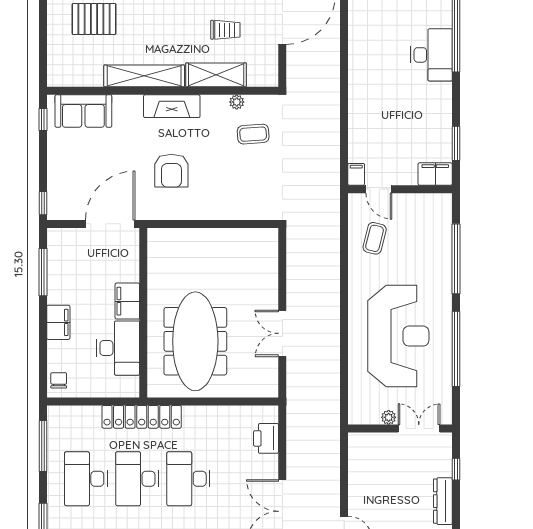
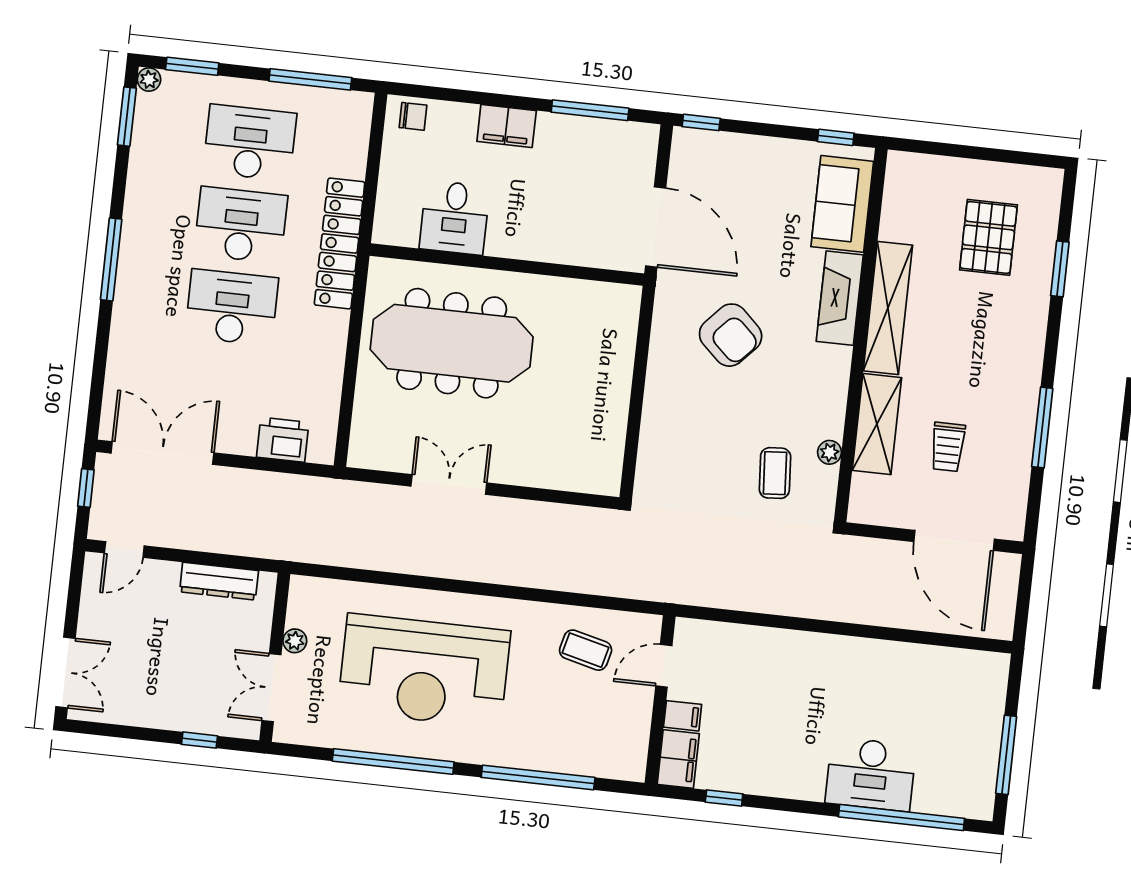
fireplace: (172, 106) -> (840, 298), moved
window: (456, 143) -> (724, 798), width x0.67
armchair: (171, 171) -> (731, 335), turned -137
filing cabinet: (356, 174) -> (683, 716), moved
filing cabinet: (127, 301) -> (528, 241), removed
desk: (118, 348) -> (455, 218), width x0.73
double door: (419, 429) -> (271, 688), swing flipped
dresser: (443, 501) -> (219, 581), moved, turned 180

